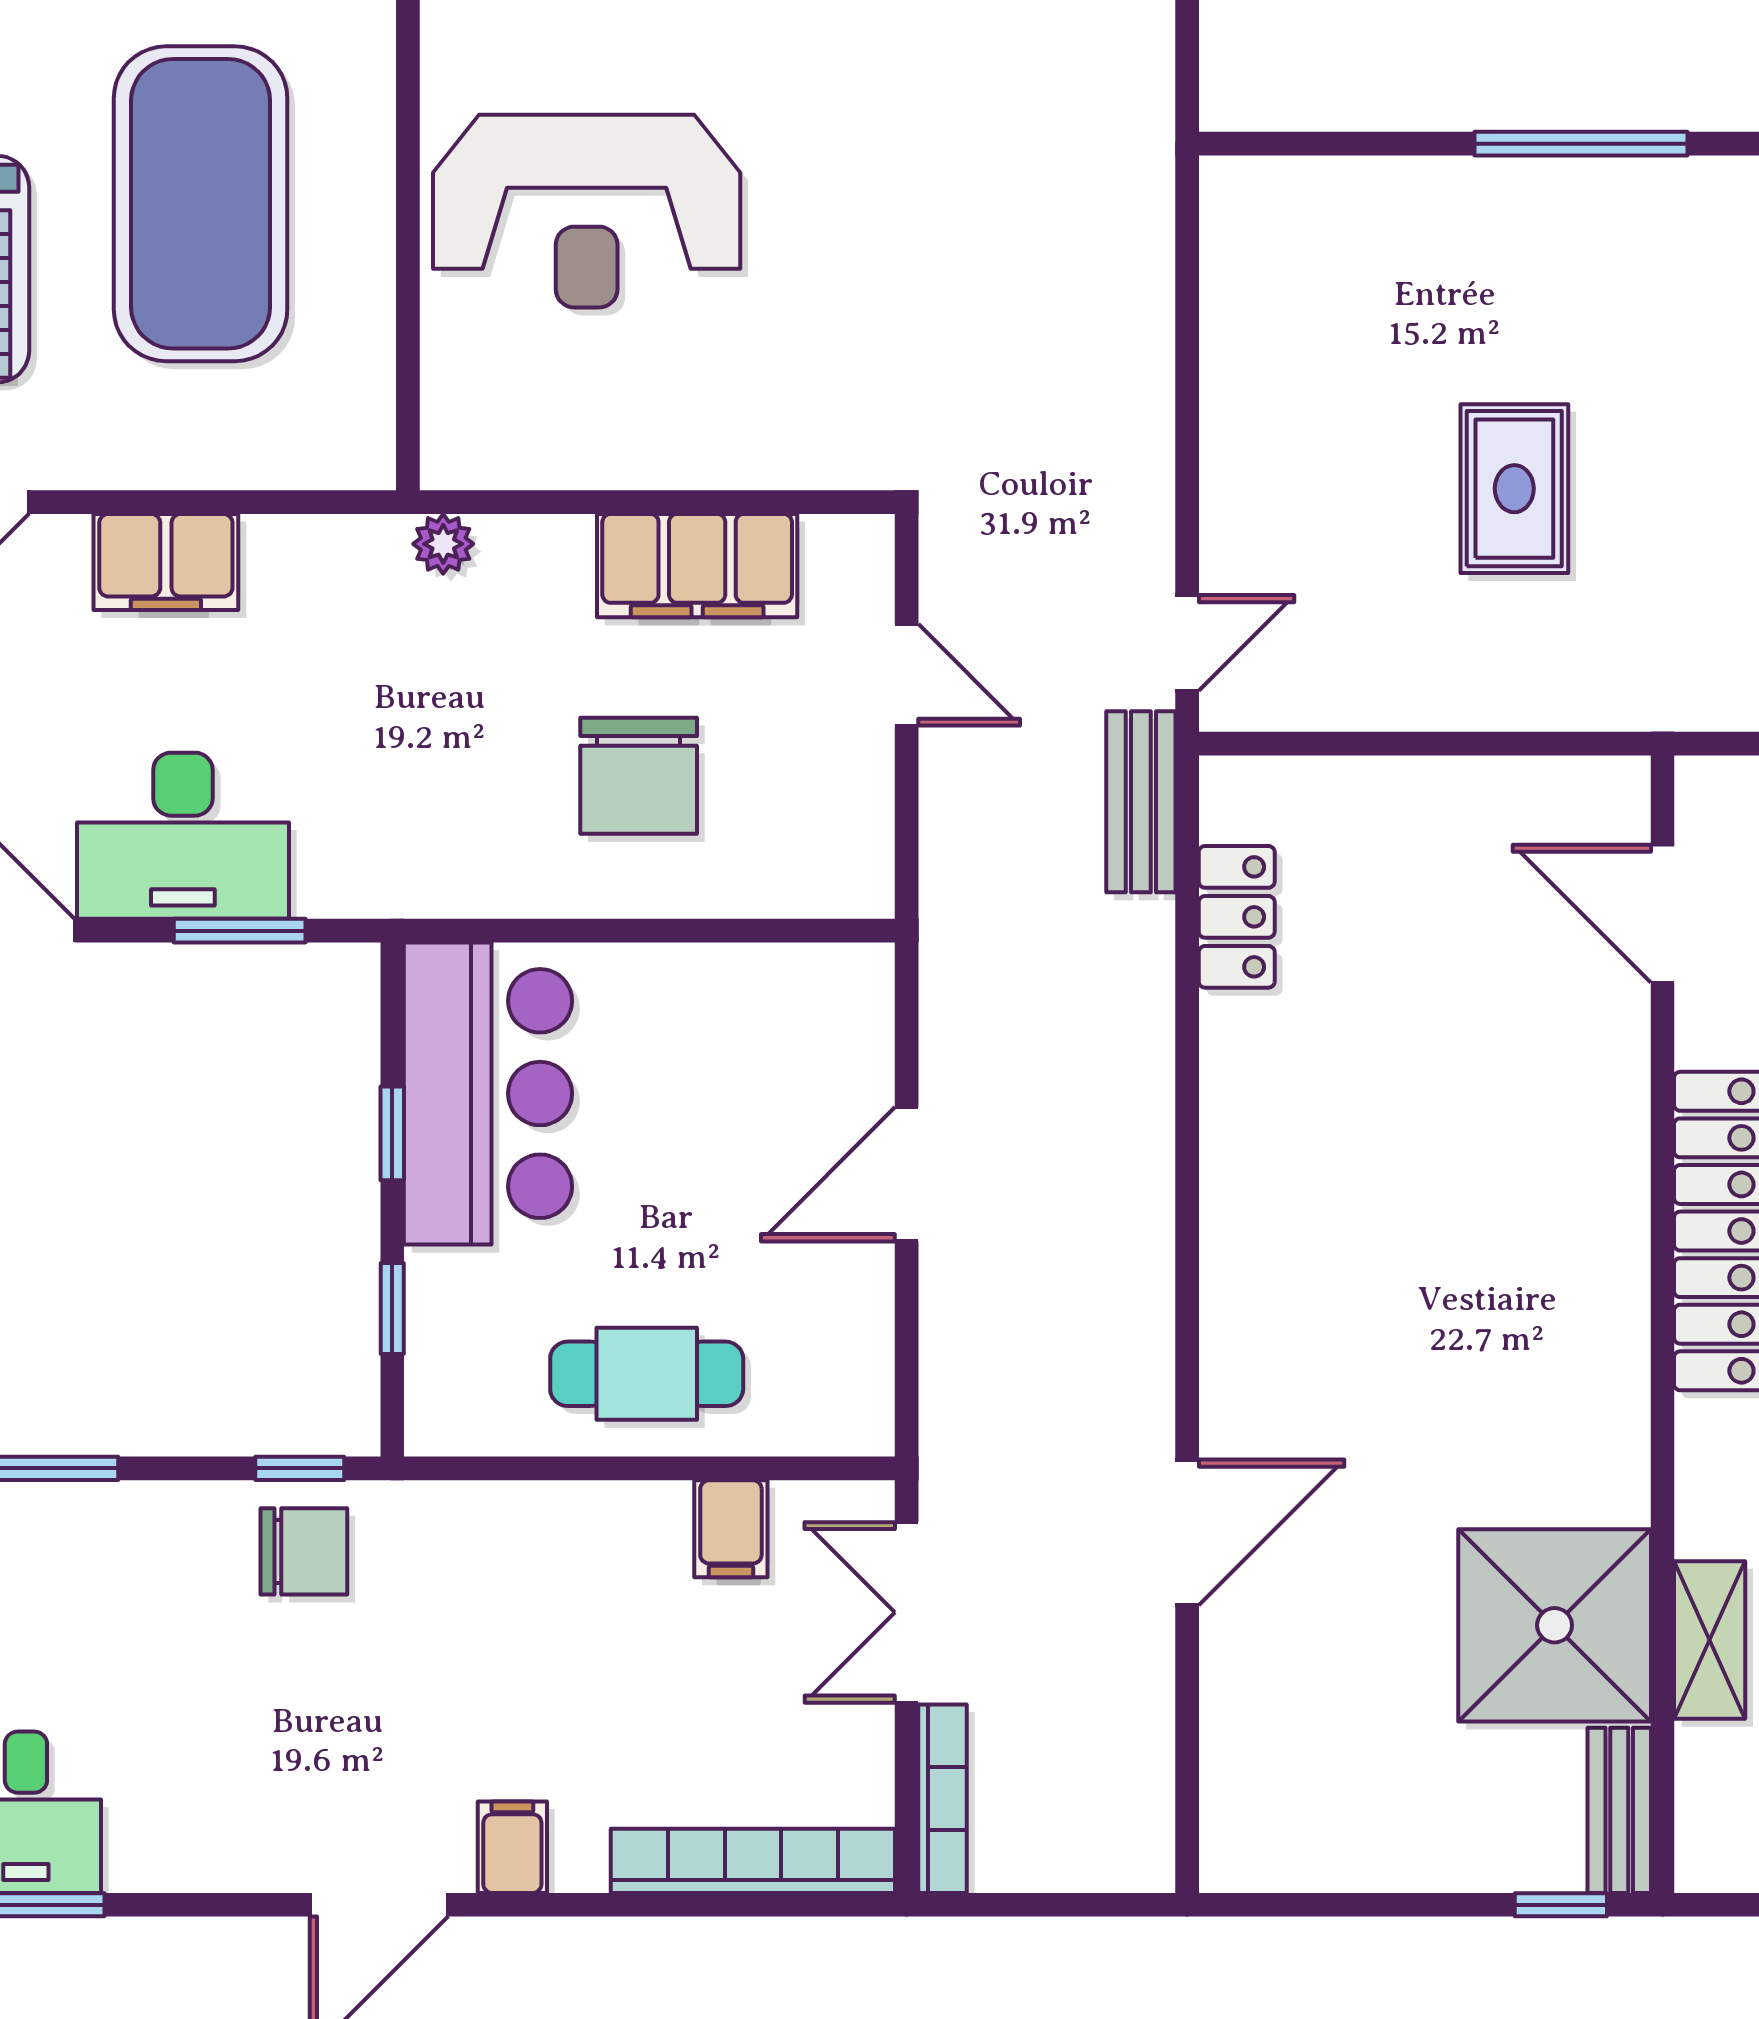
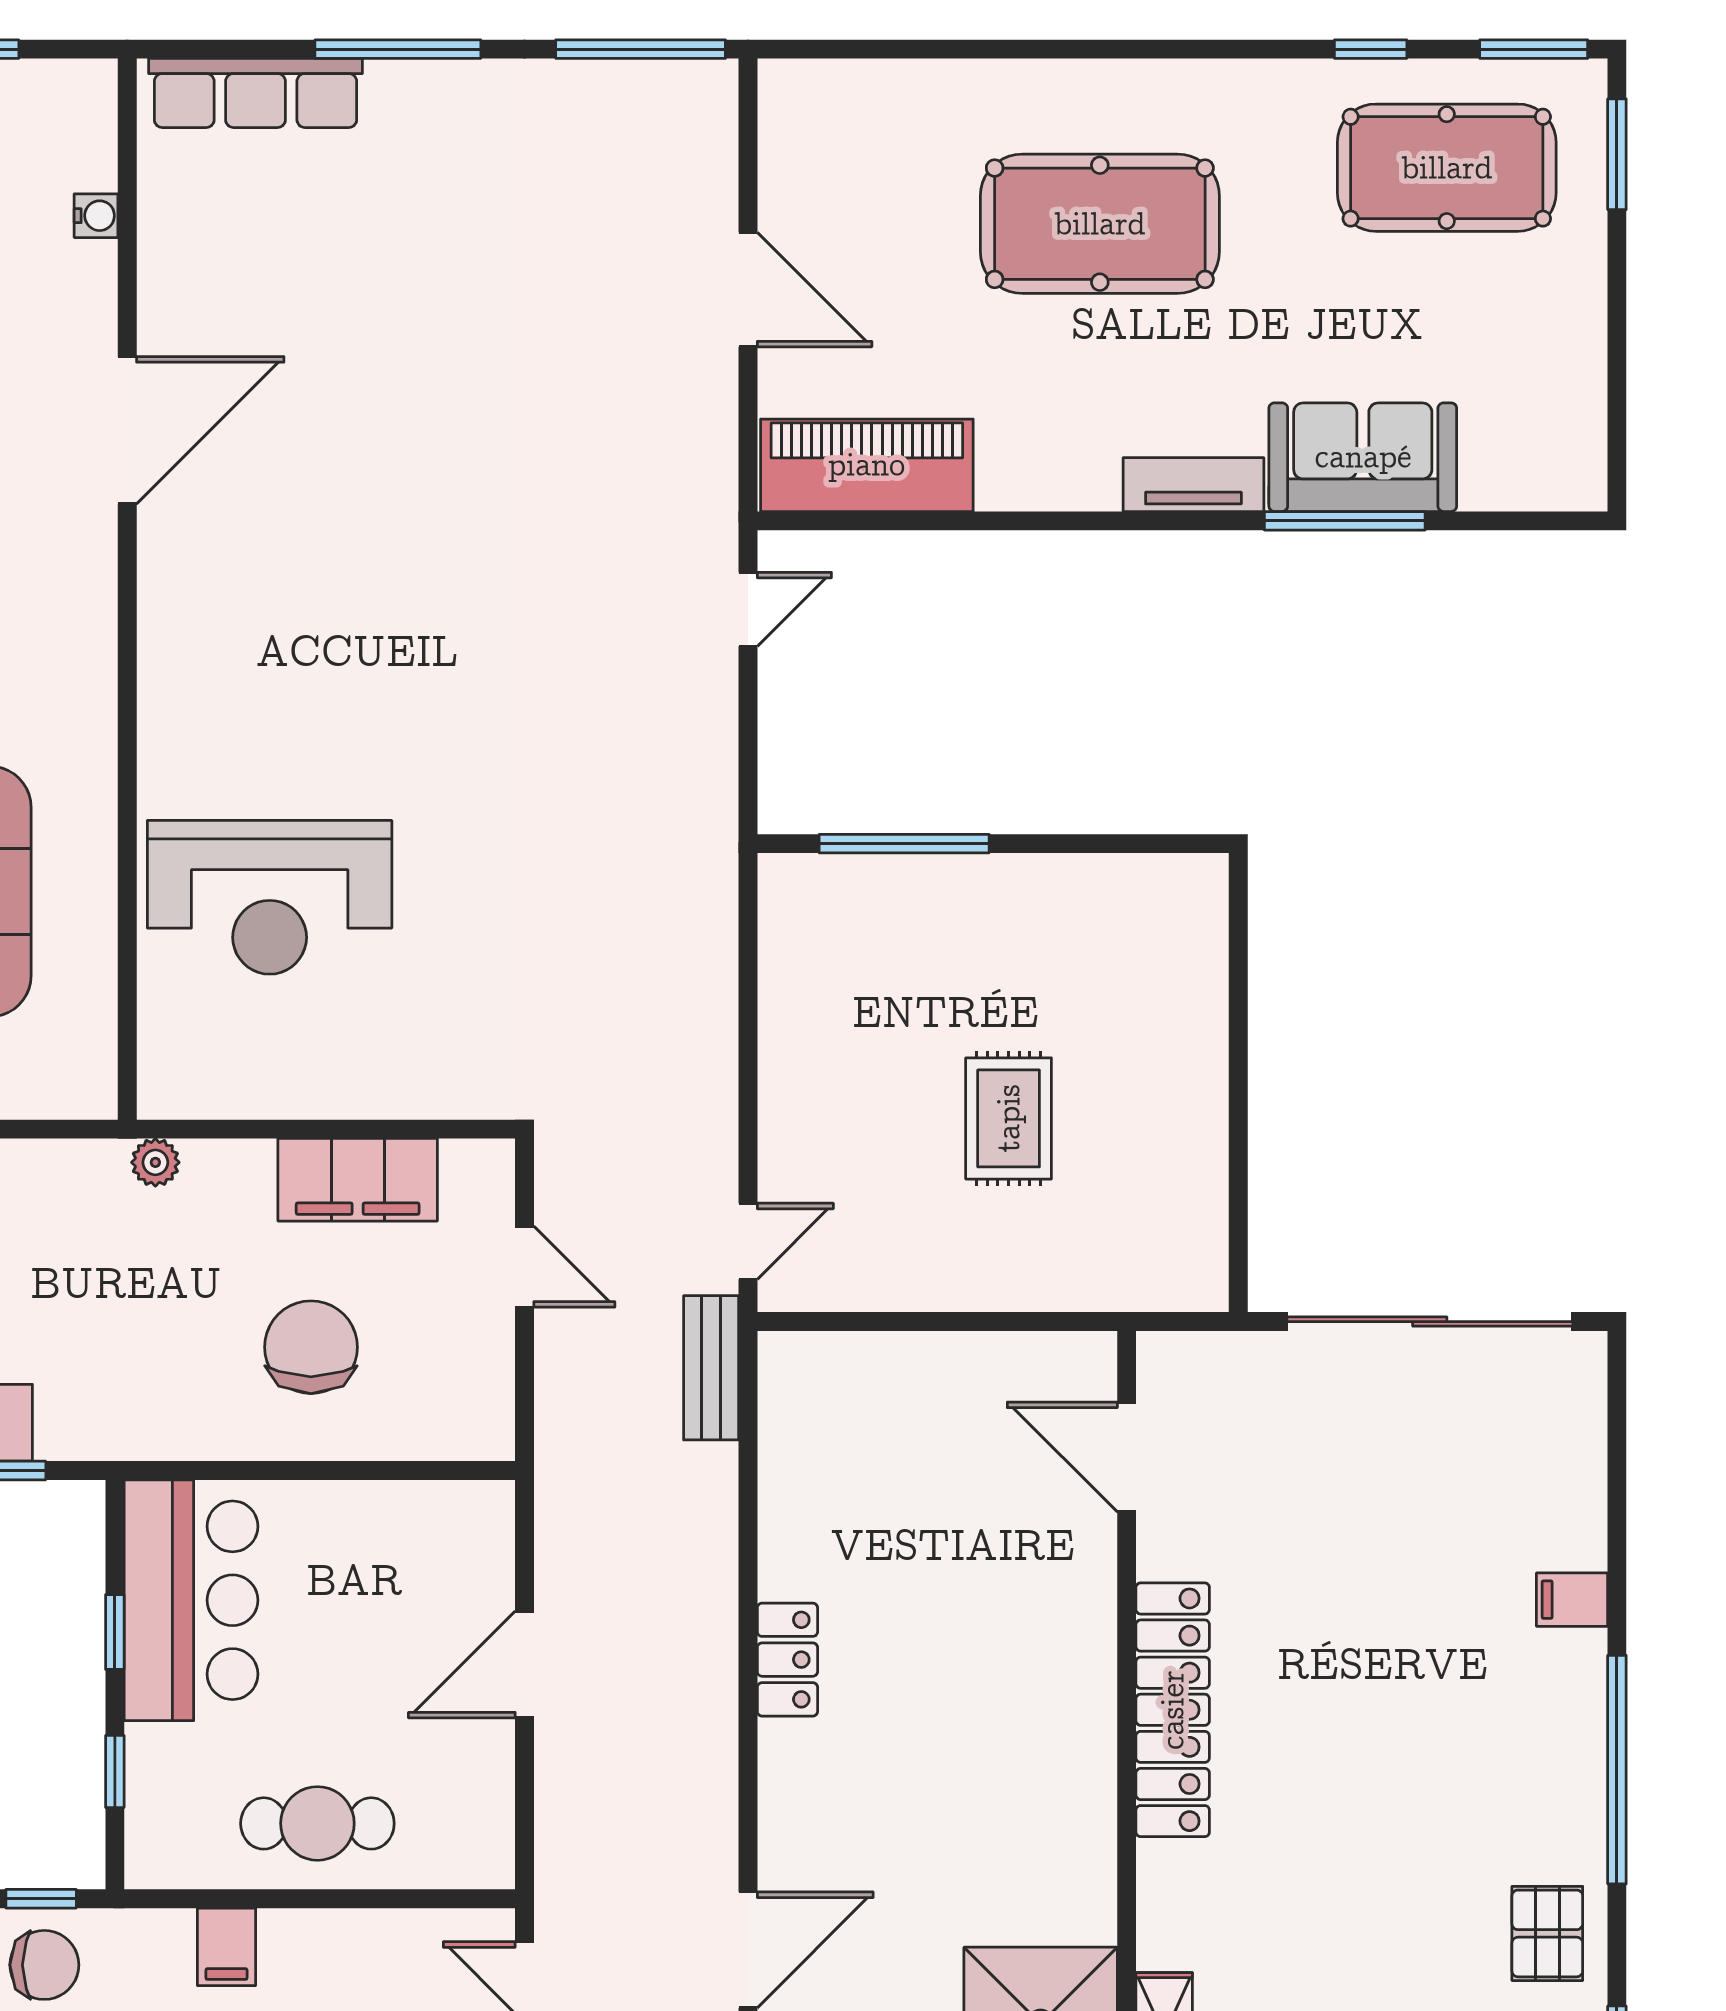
window: (1581, 144) -> (904, 844), moved
chair: (639, 776) -> (311, 1347), turned 180
locker: (1237, 917) -> (787, 1660), moved
filing cabinet: (731, 1529) -> (226, 1947), moved

